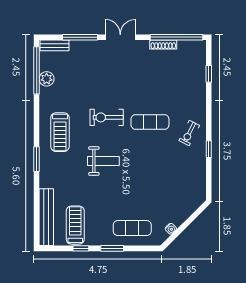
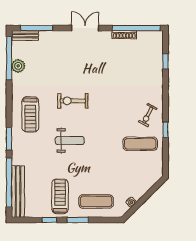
window: (80, 37) -> (37, 28), moved
exercise mat: (150, 122) -> (140, 144), moved
window: (37, 207) -> (9, 182), added
treadmill: (75, 225) -> (60, 196), moved

